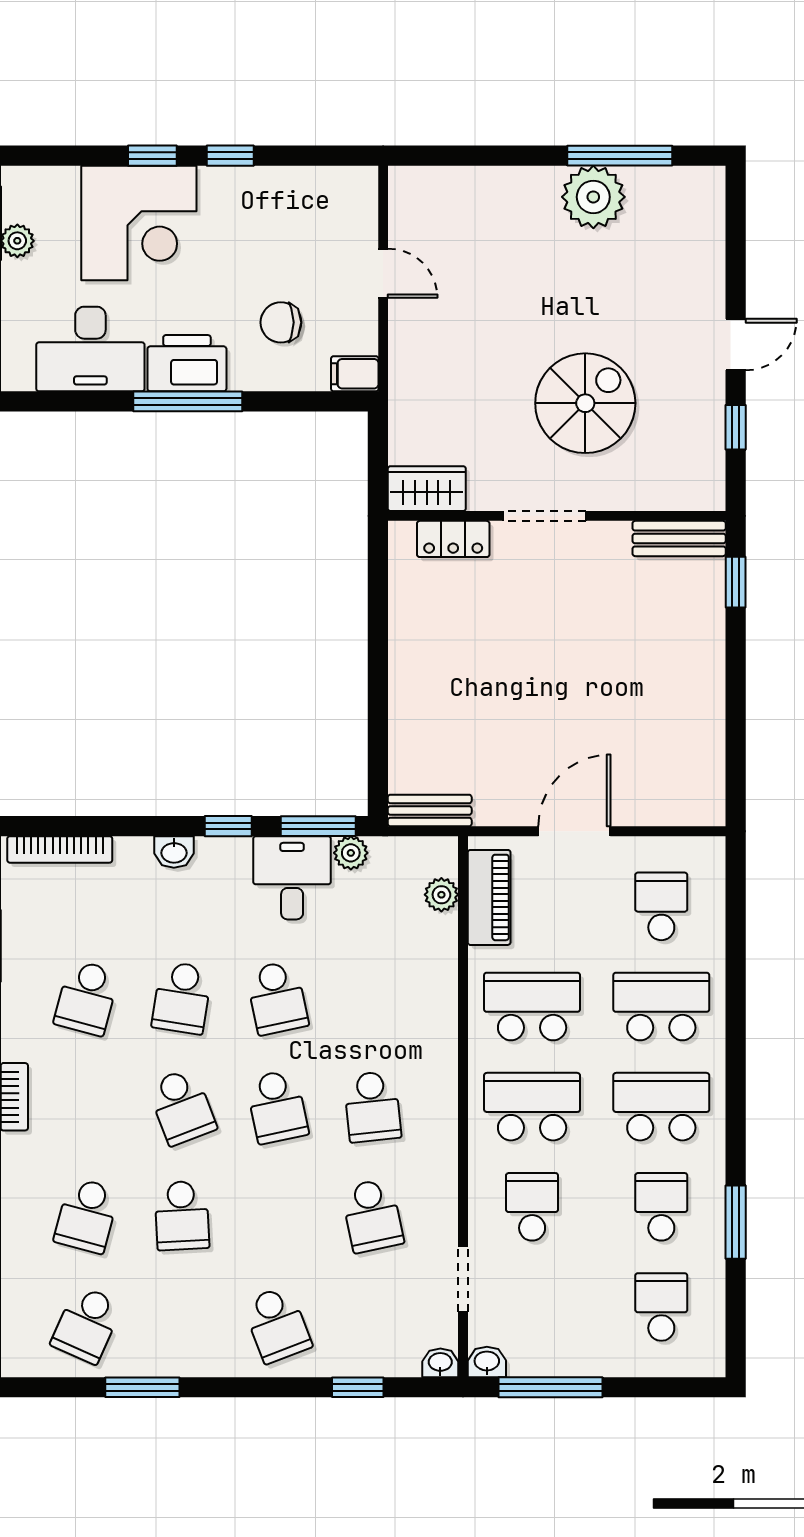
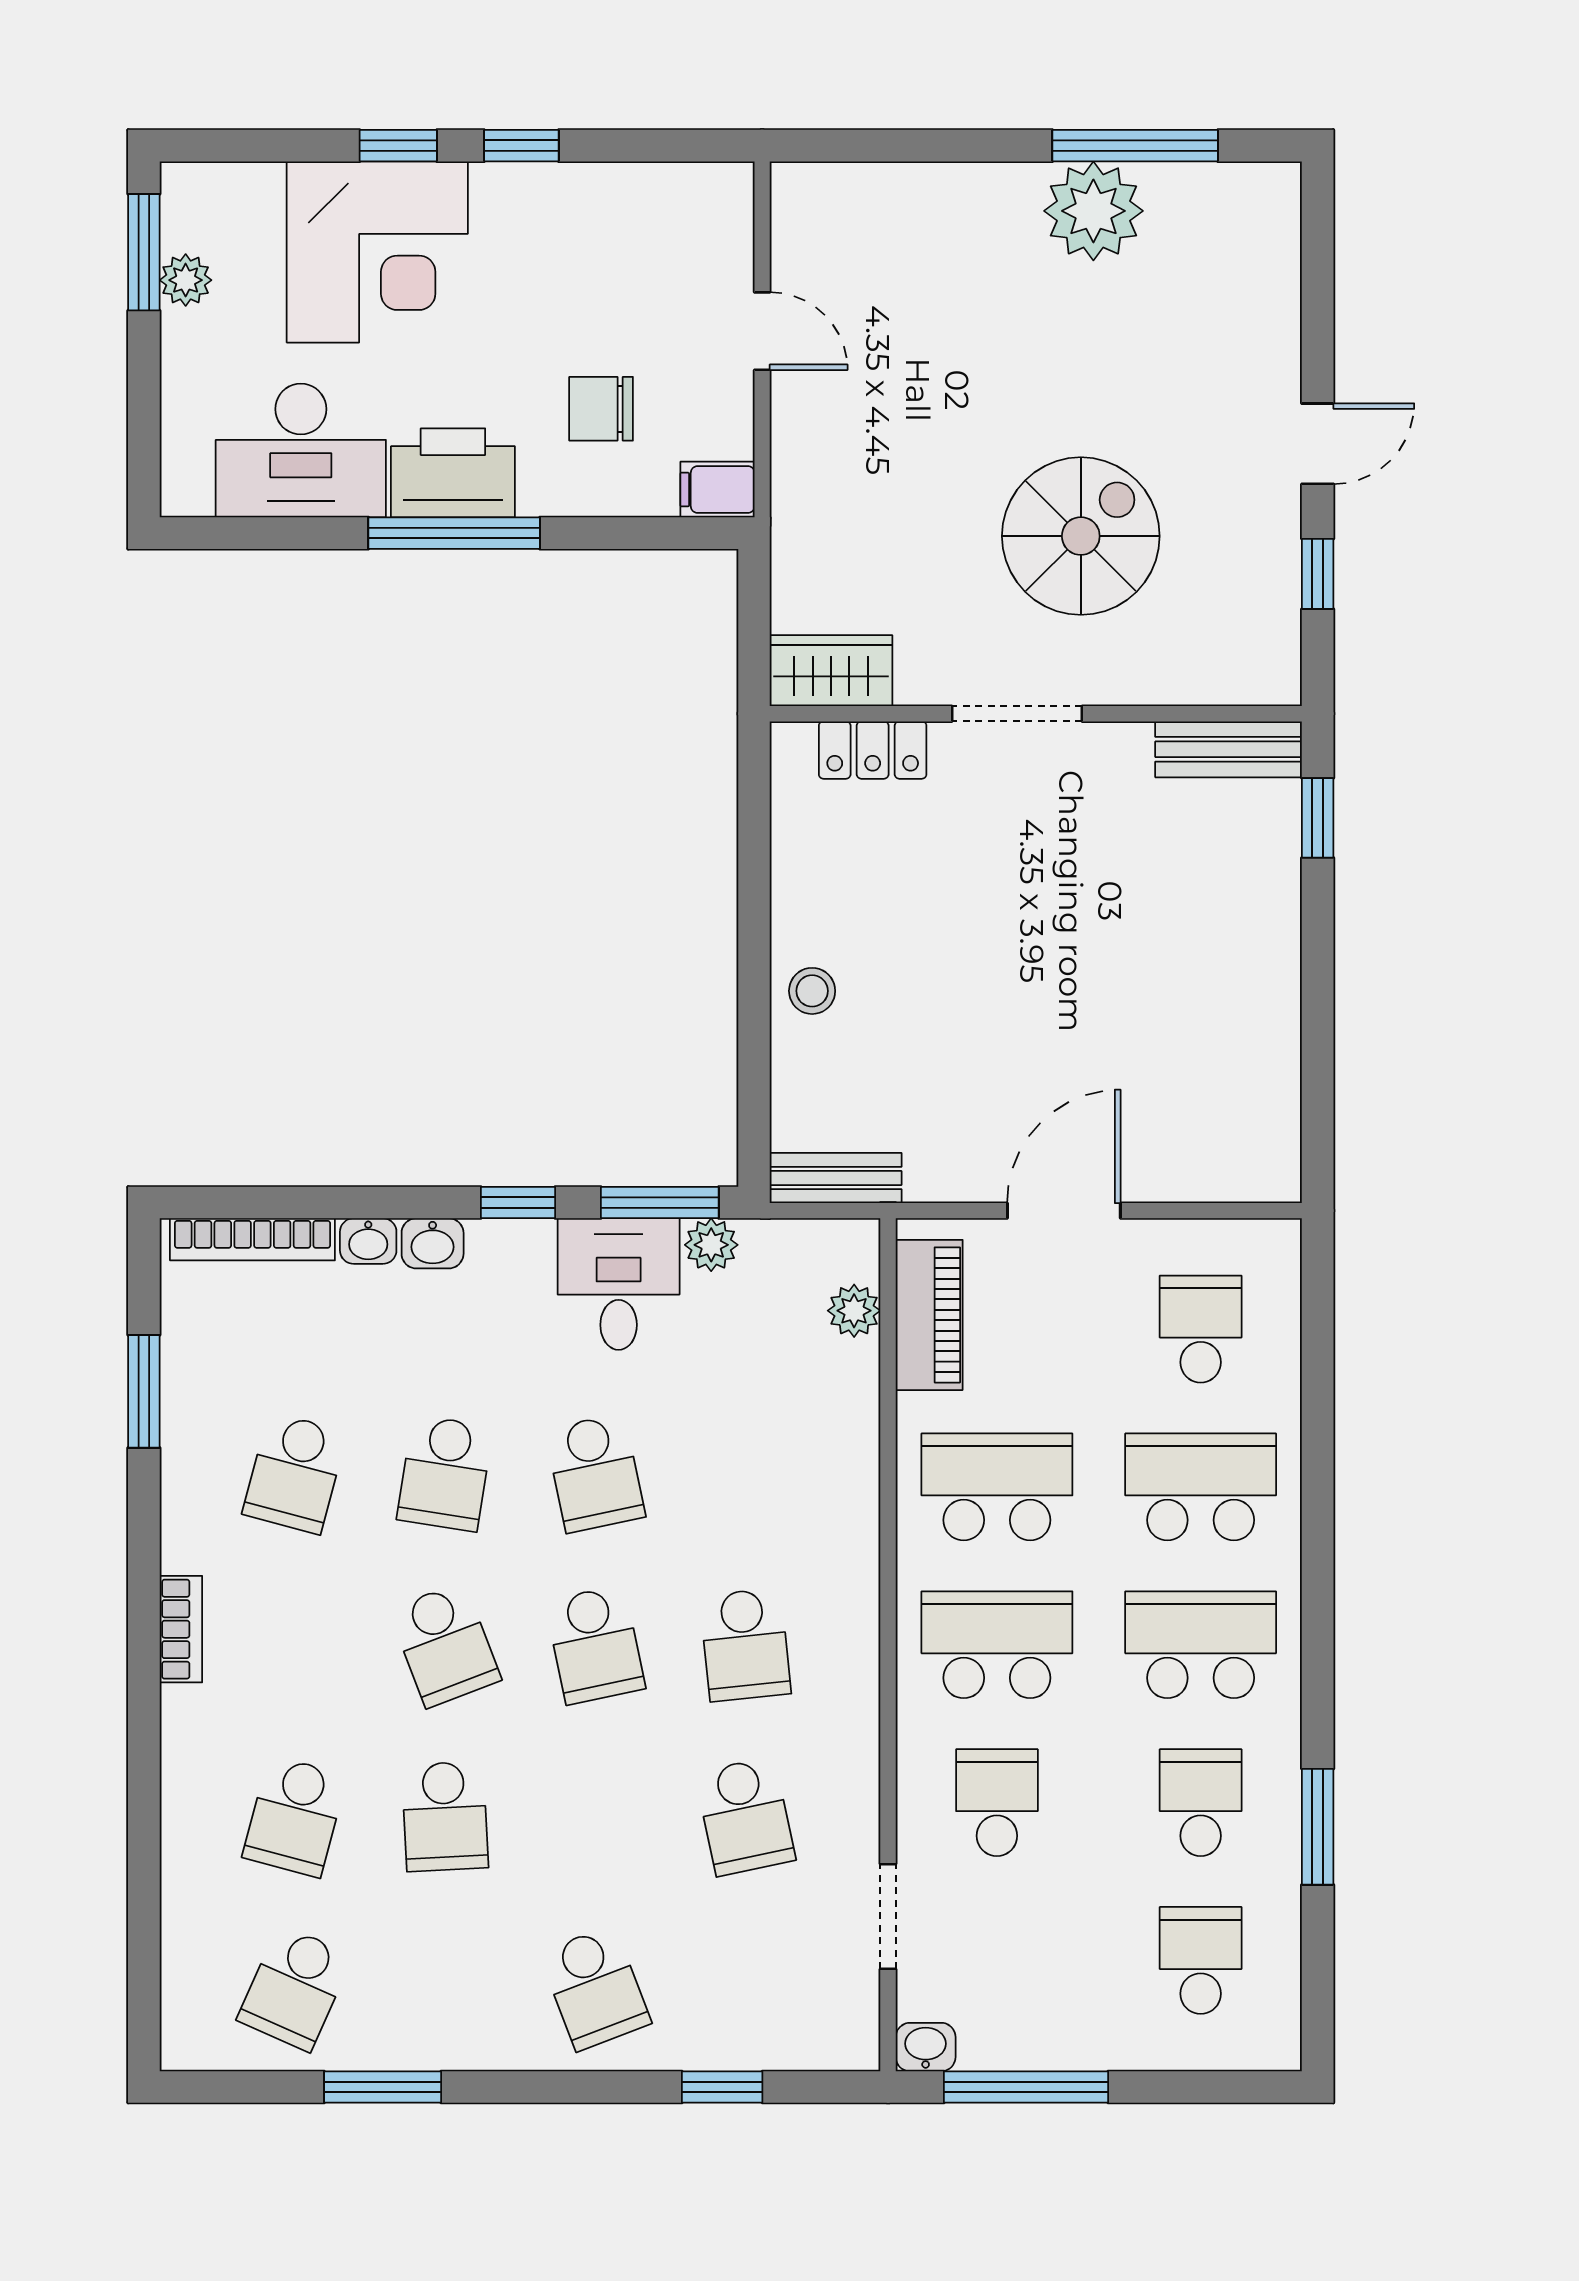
stool: (415, 692) -> (812, 991), added
washbasin: (440, 1363) -> (368, 1241), moved, turned 180

